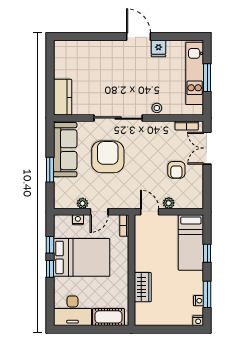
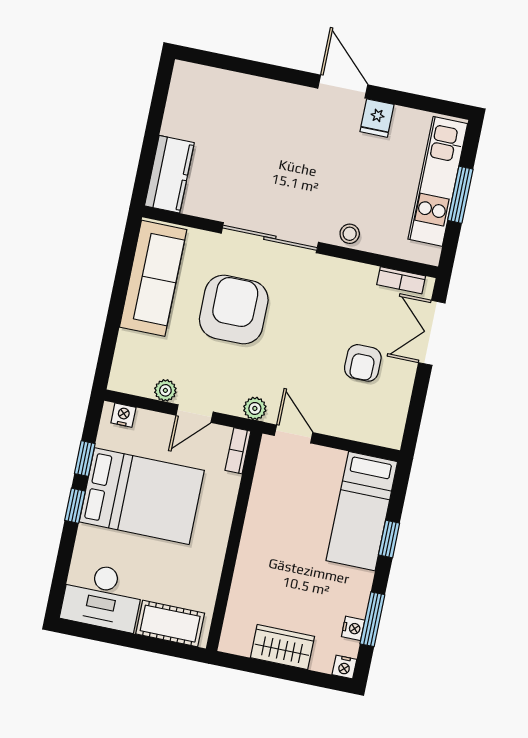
window: (50, 170) -> (115, 311), removed
plant: (169, 203) -> (255, 408), moved
nightstand: (78, 220) -> (123, 415), moved
wardrobe: (143, 287) -> (282, 647), moved, turned -90

